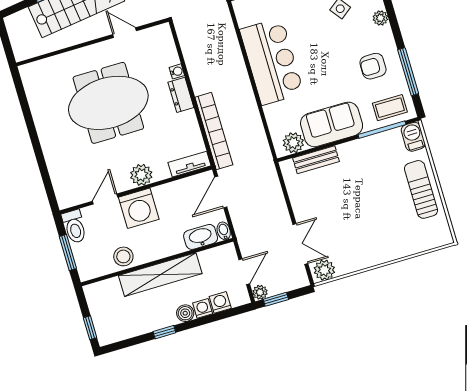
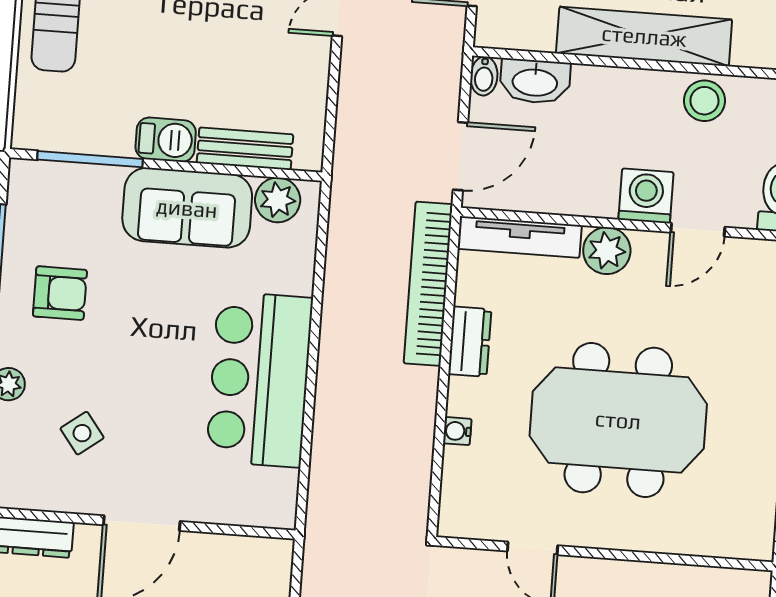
dresser: (181, 95) -> (470, 342), moved
coffee table: (390, 108) -> (58, 197), removed
barbecue: (413, 137) -> (166, 140), moved, turned -90
tv unit: (189, 164) -> (520, 237), width x1.41
washing machine: (139, 208) -> (646, 196), width x0.73, depth x0.73

